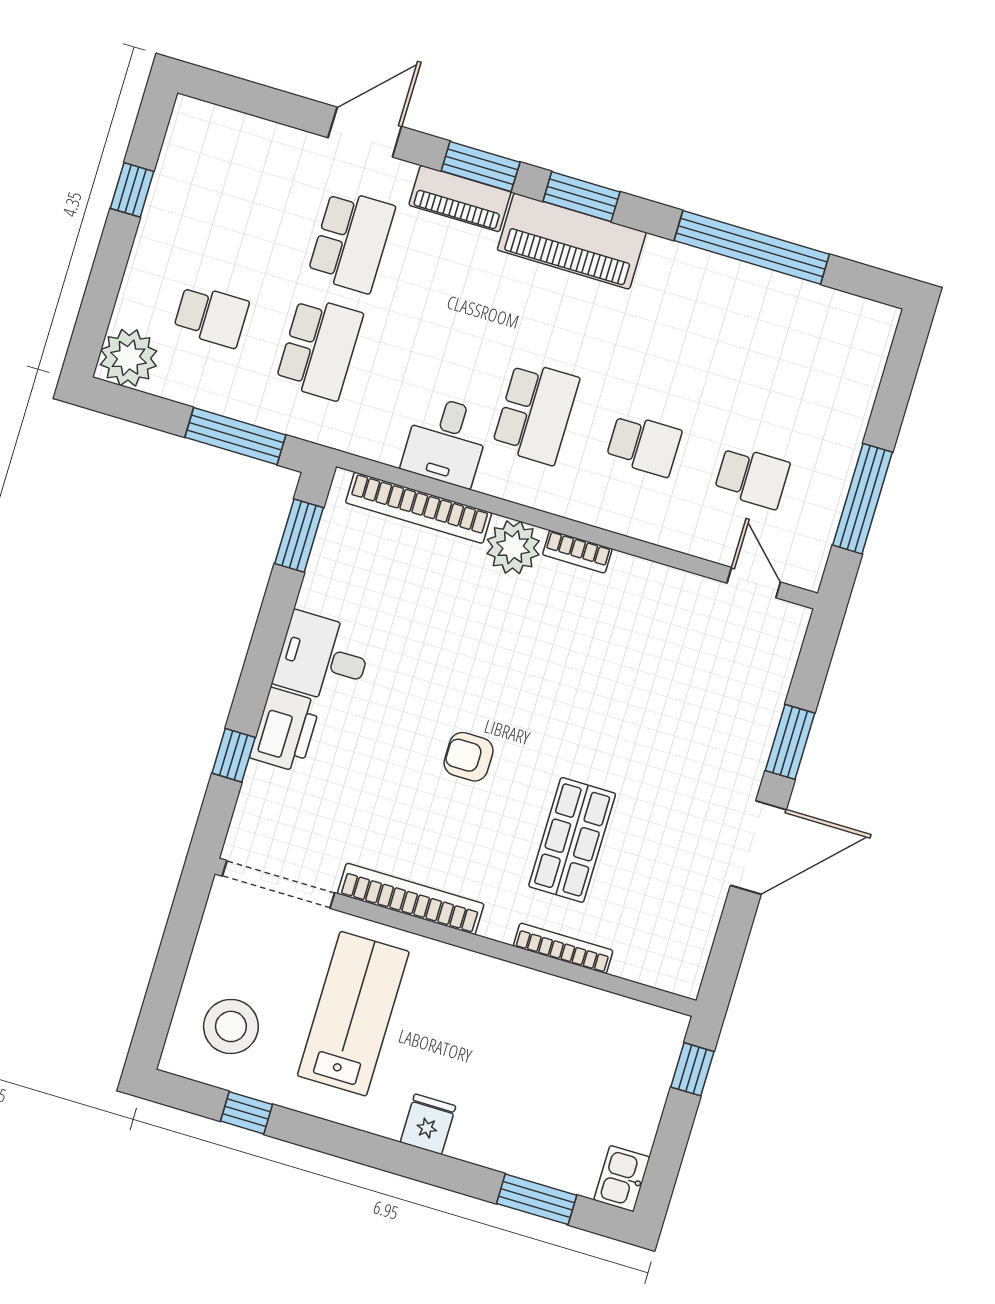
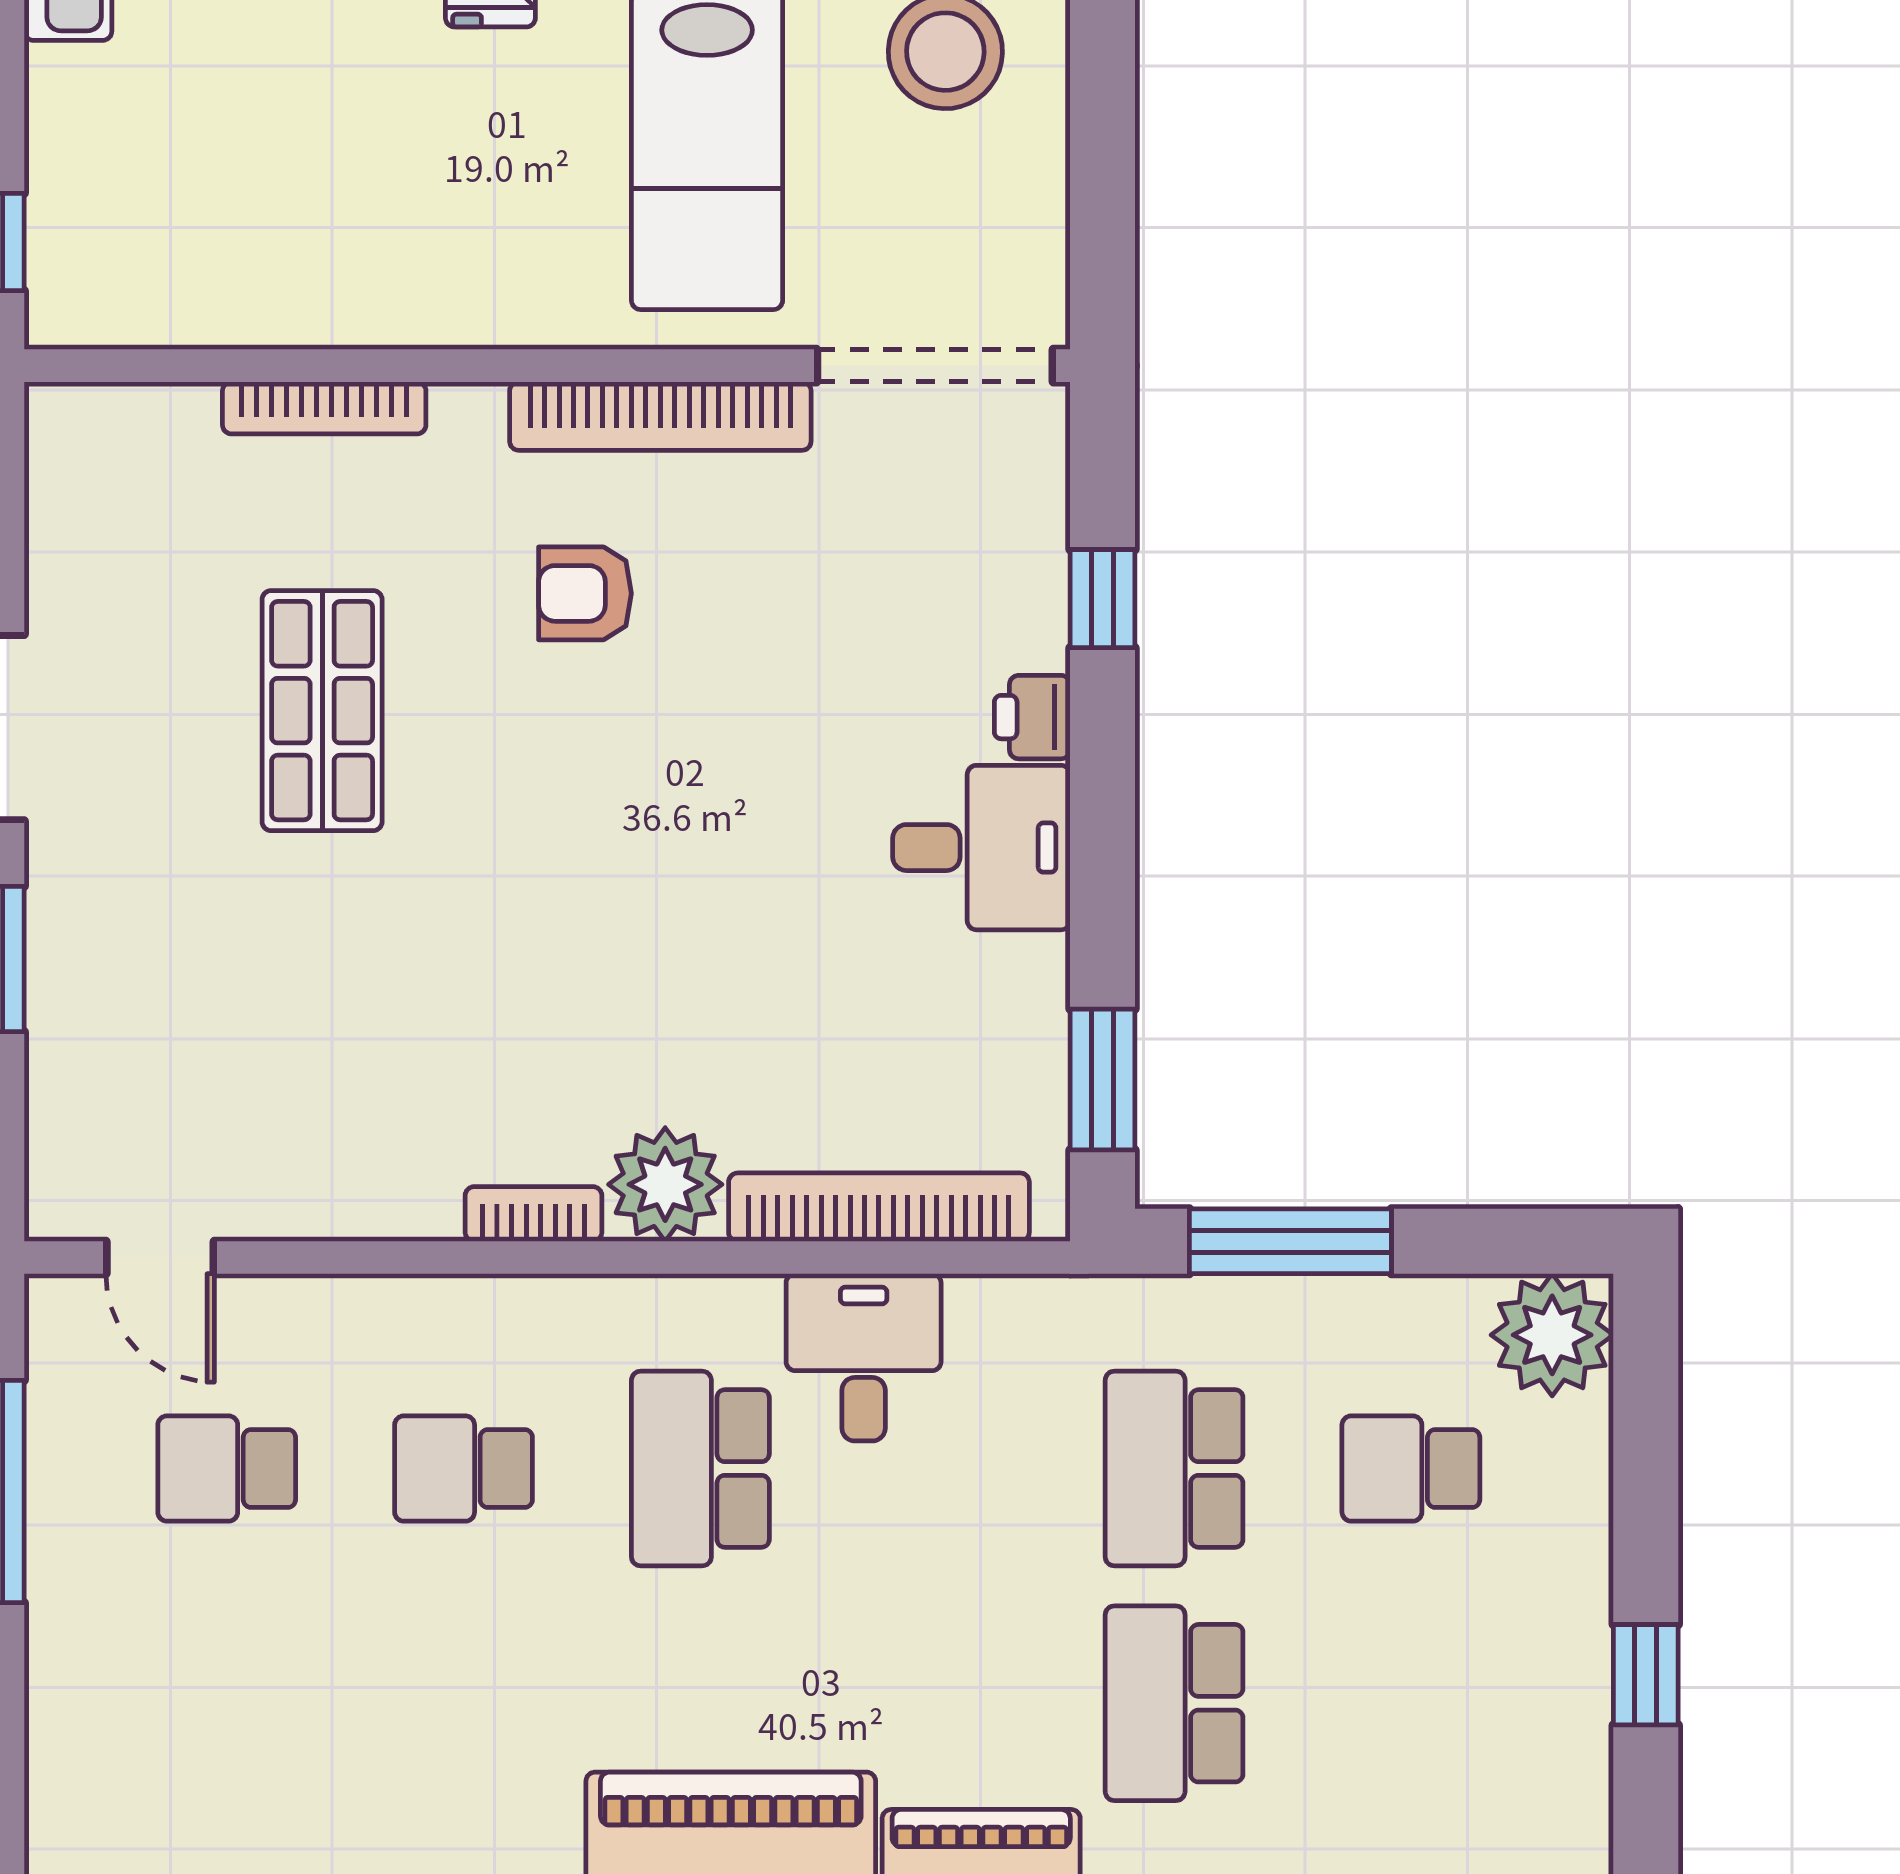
printer: (285, 730) -> (1032, 717), width x0.53, depth x0.68
armchair: (469, 757) -> (585, 593), moved, turned 180
shop shelf: (572, 840) -> (322, 711), moved

